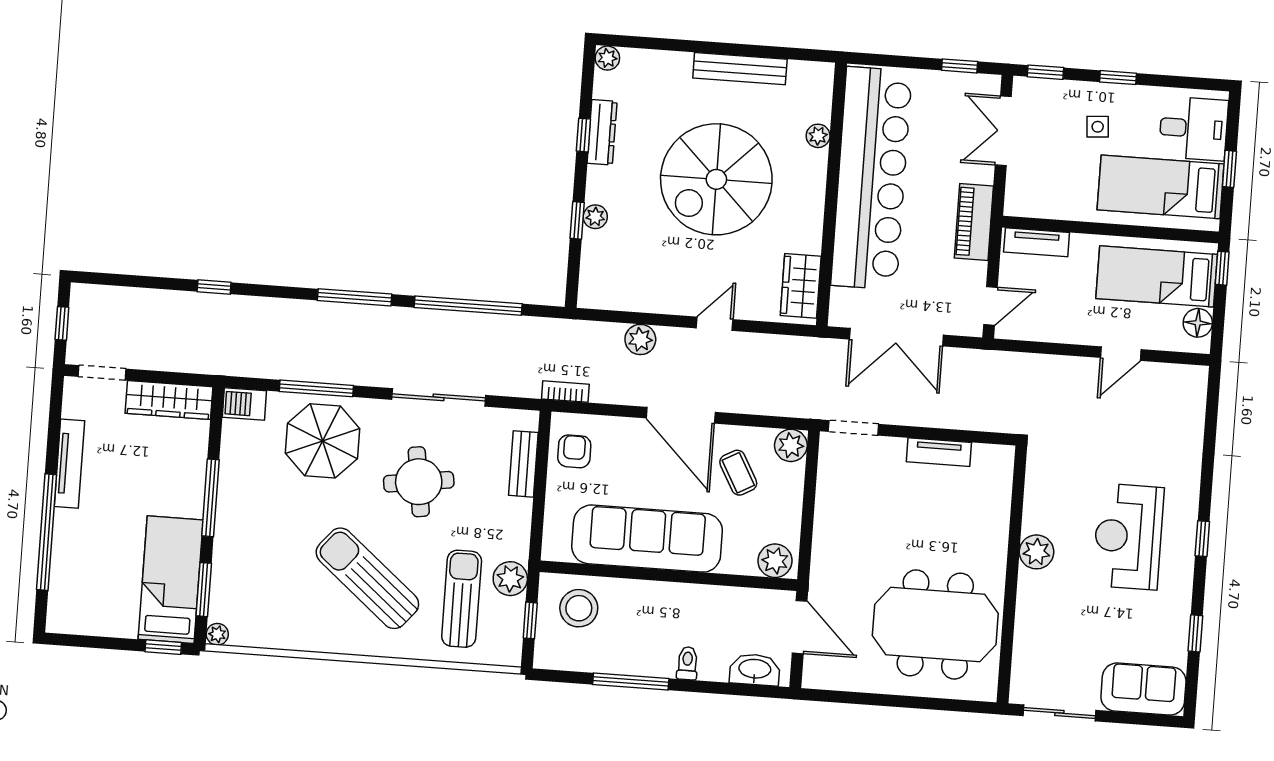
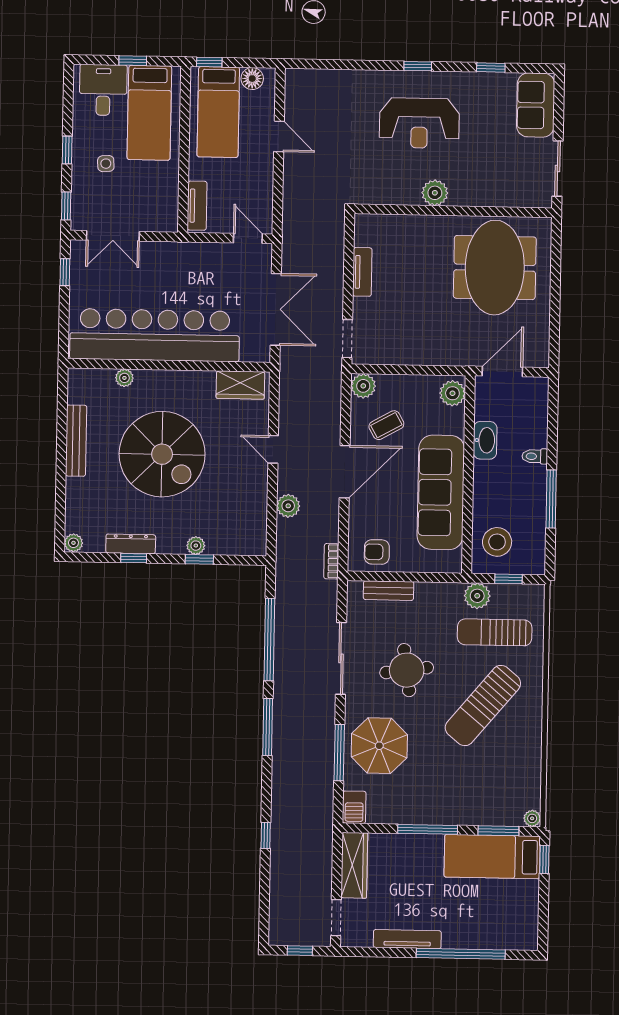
piano: (974, 222) -> (184, 255), removed
washbasin: (755, 670) -> (485, 440), moved, turned 180

